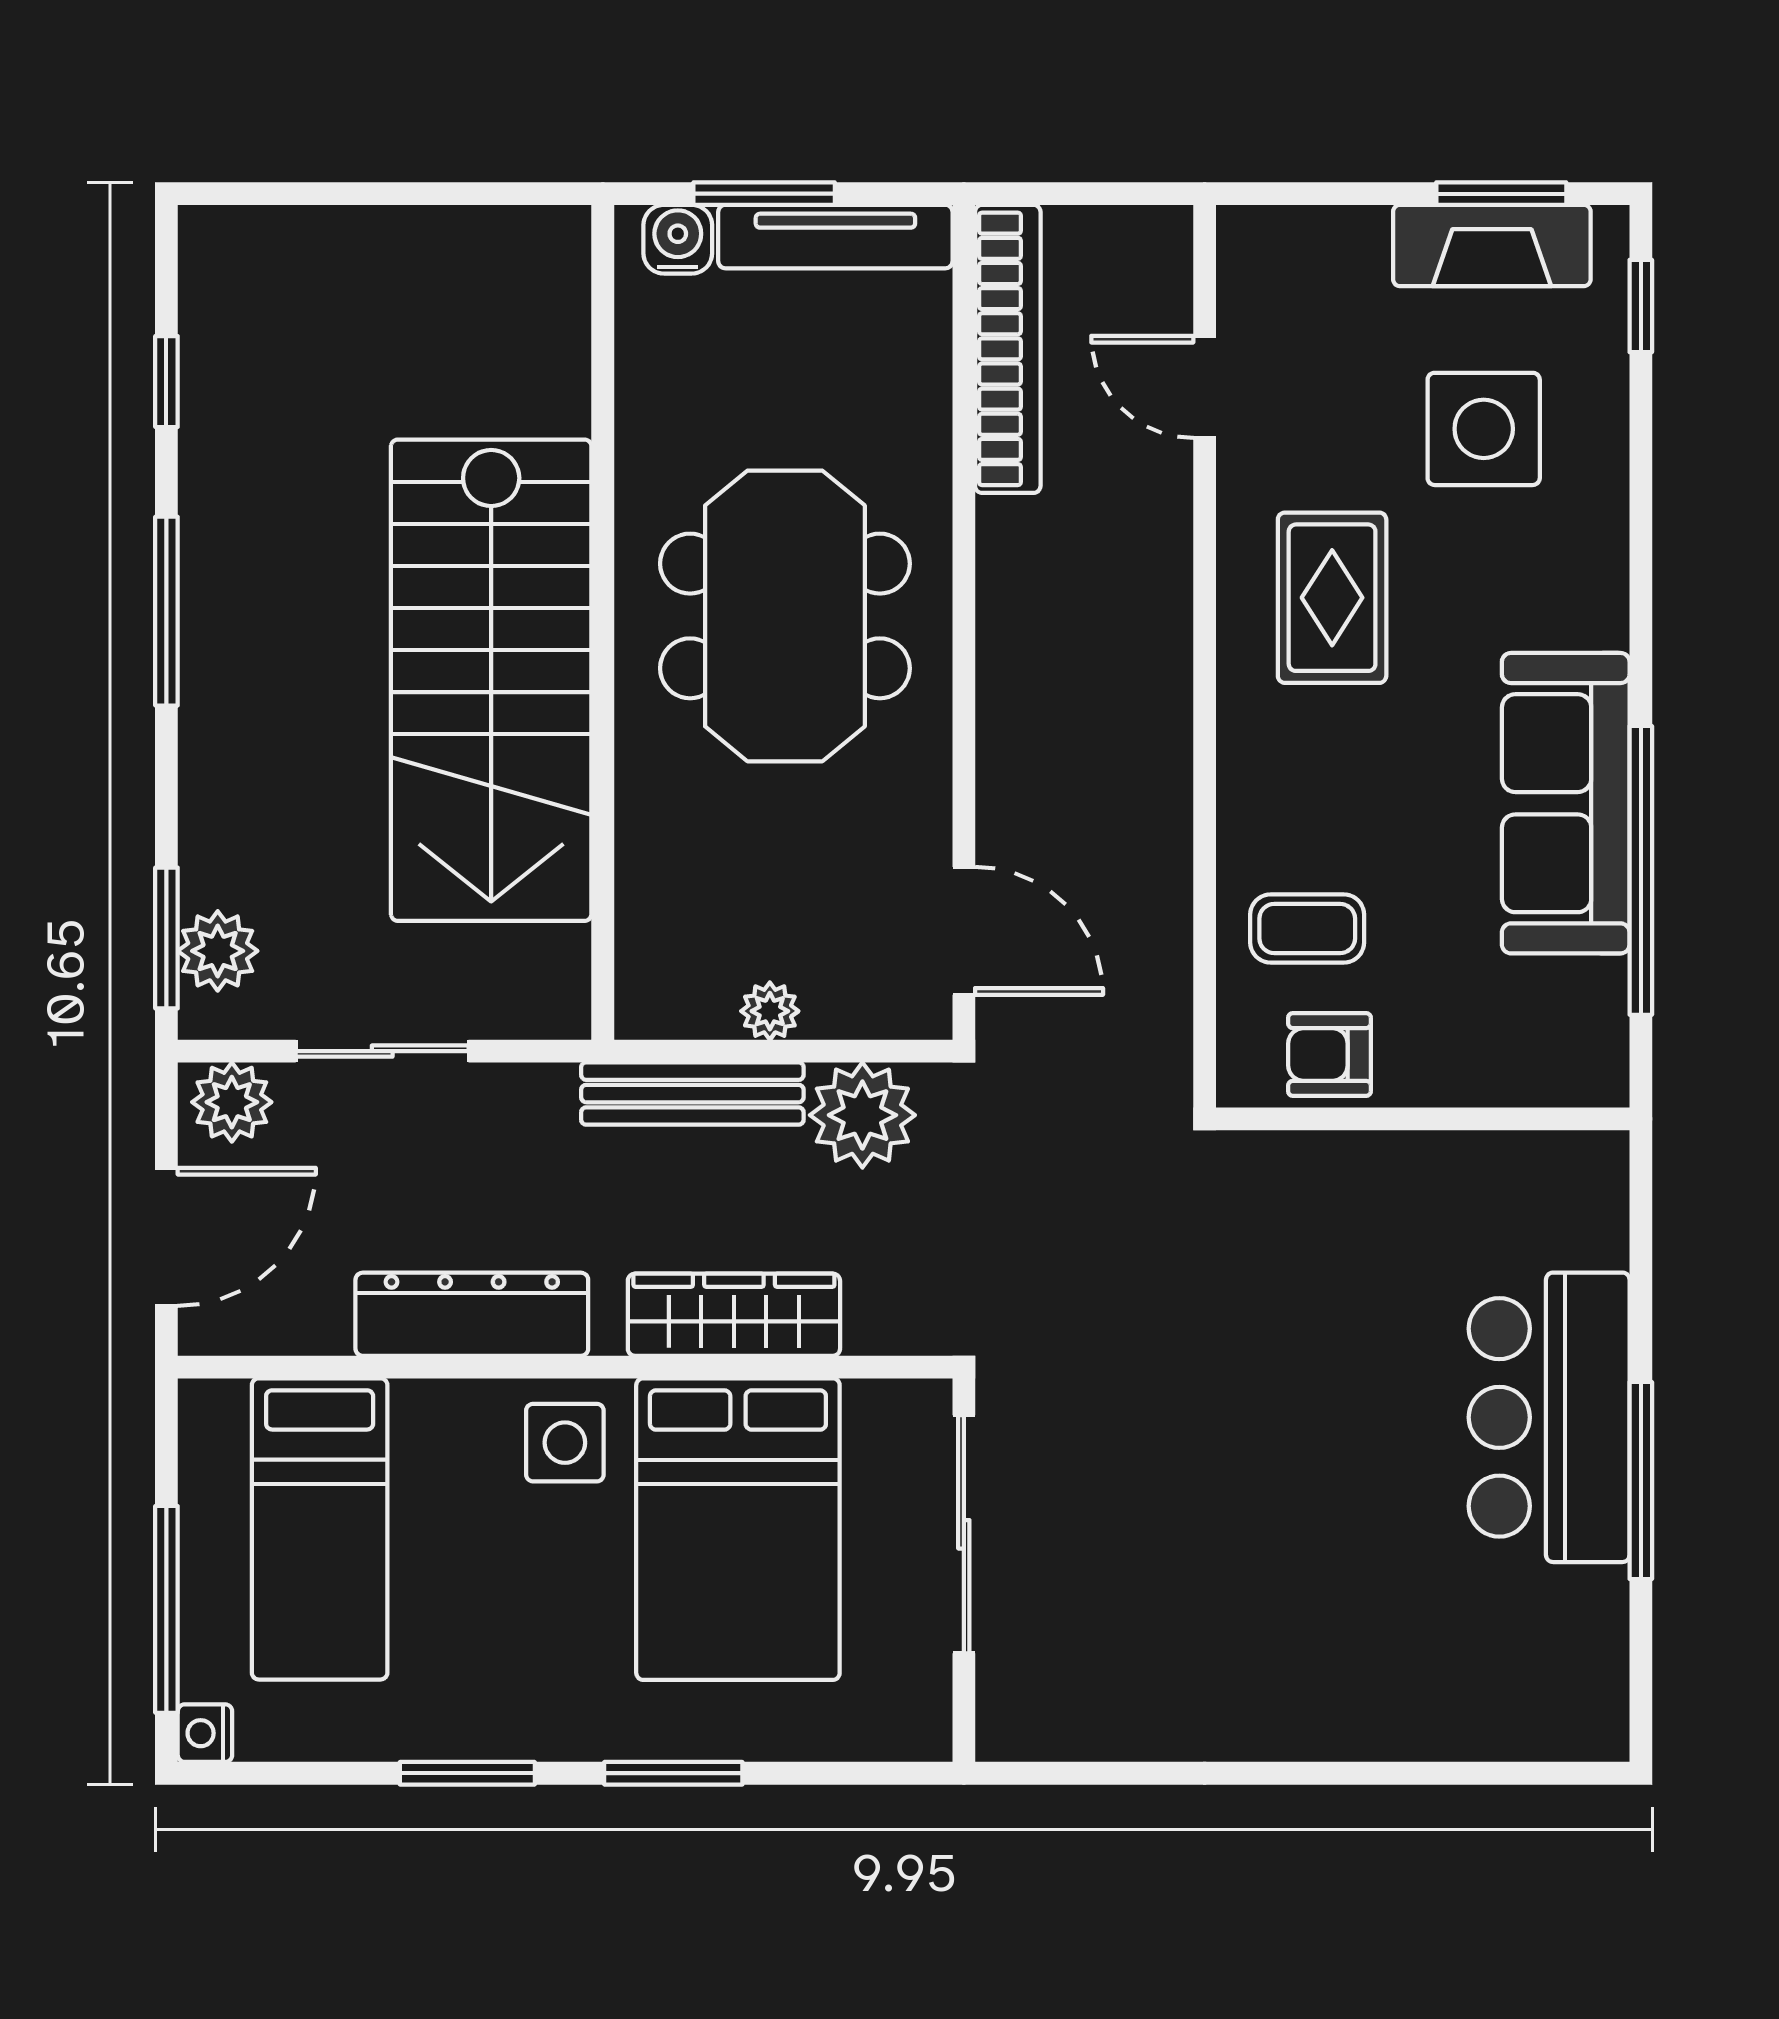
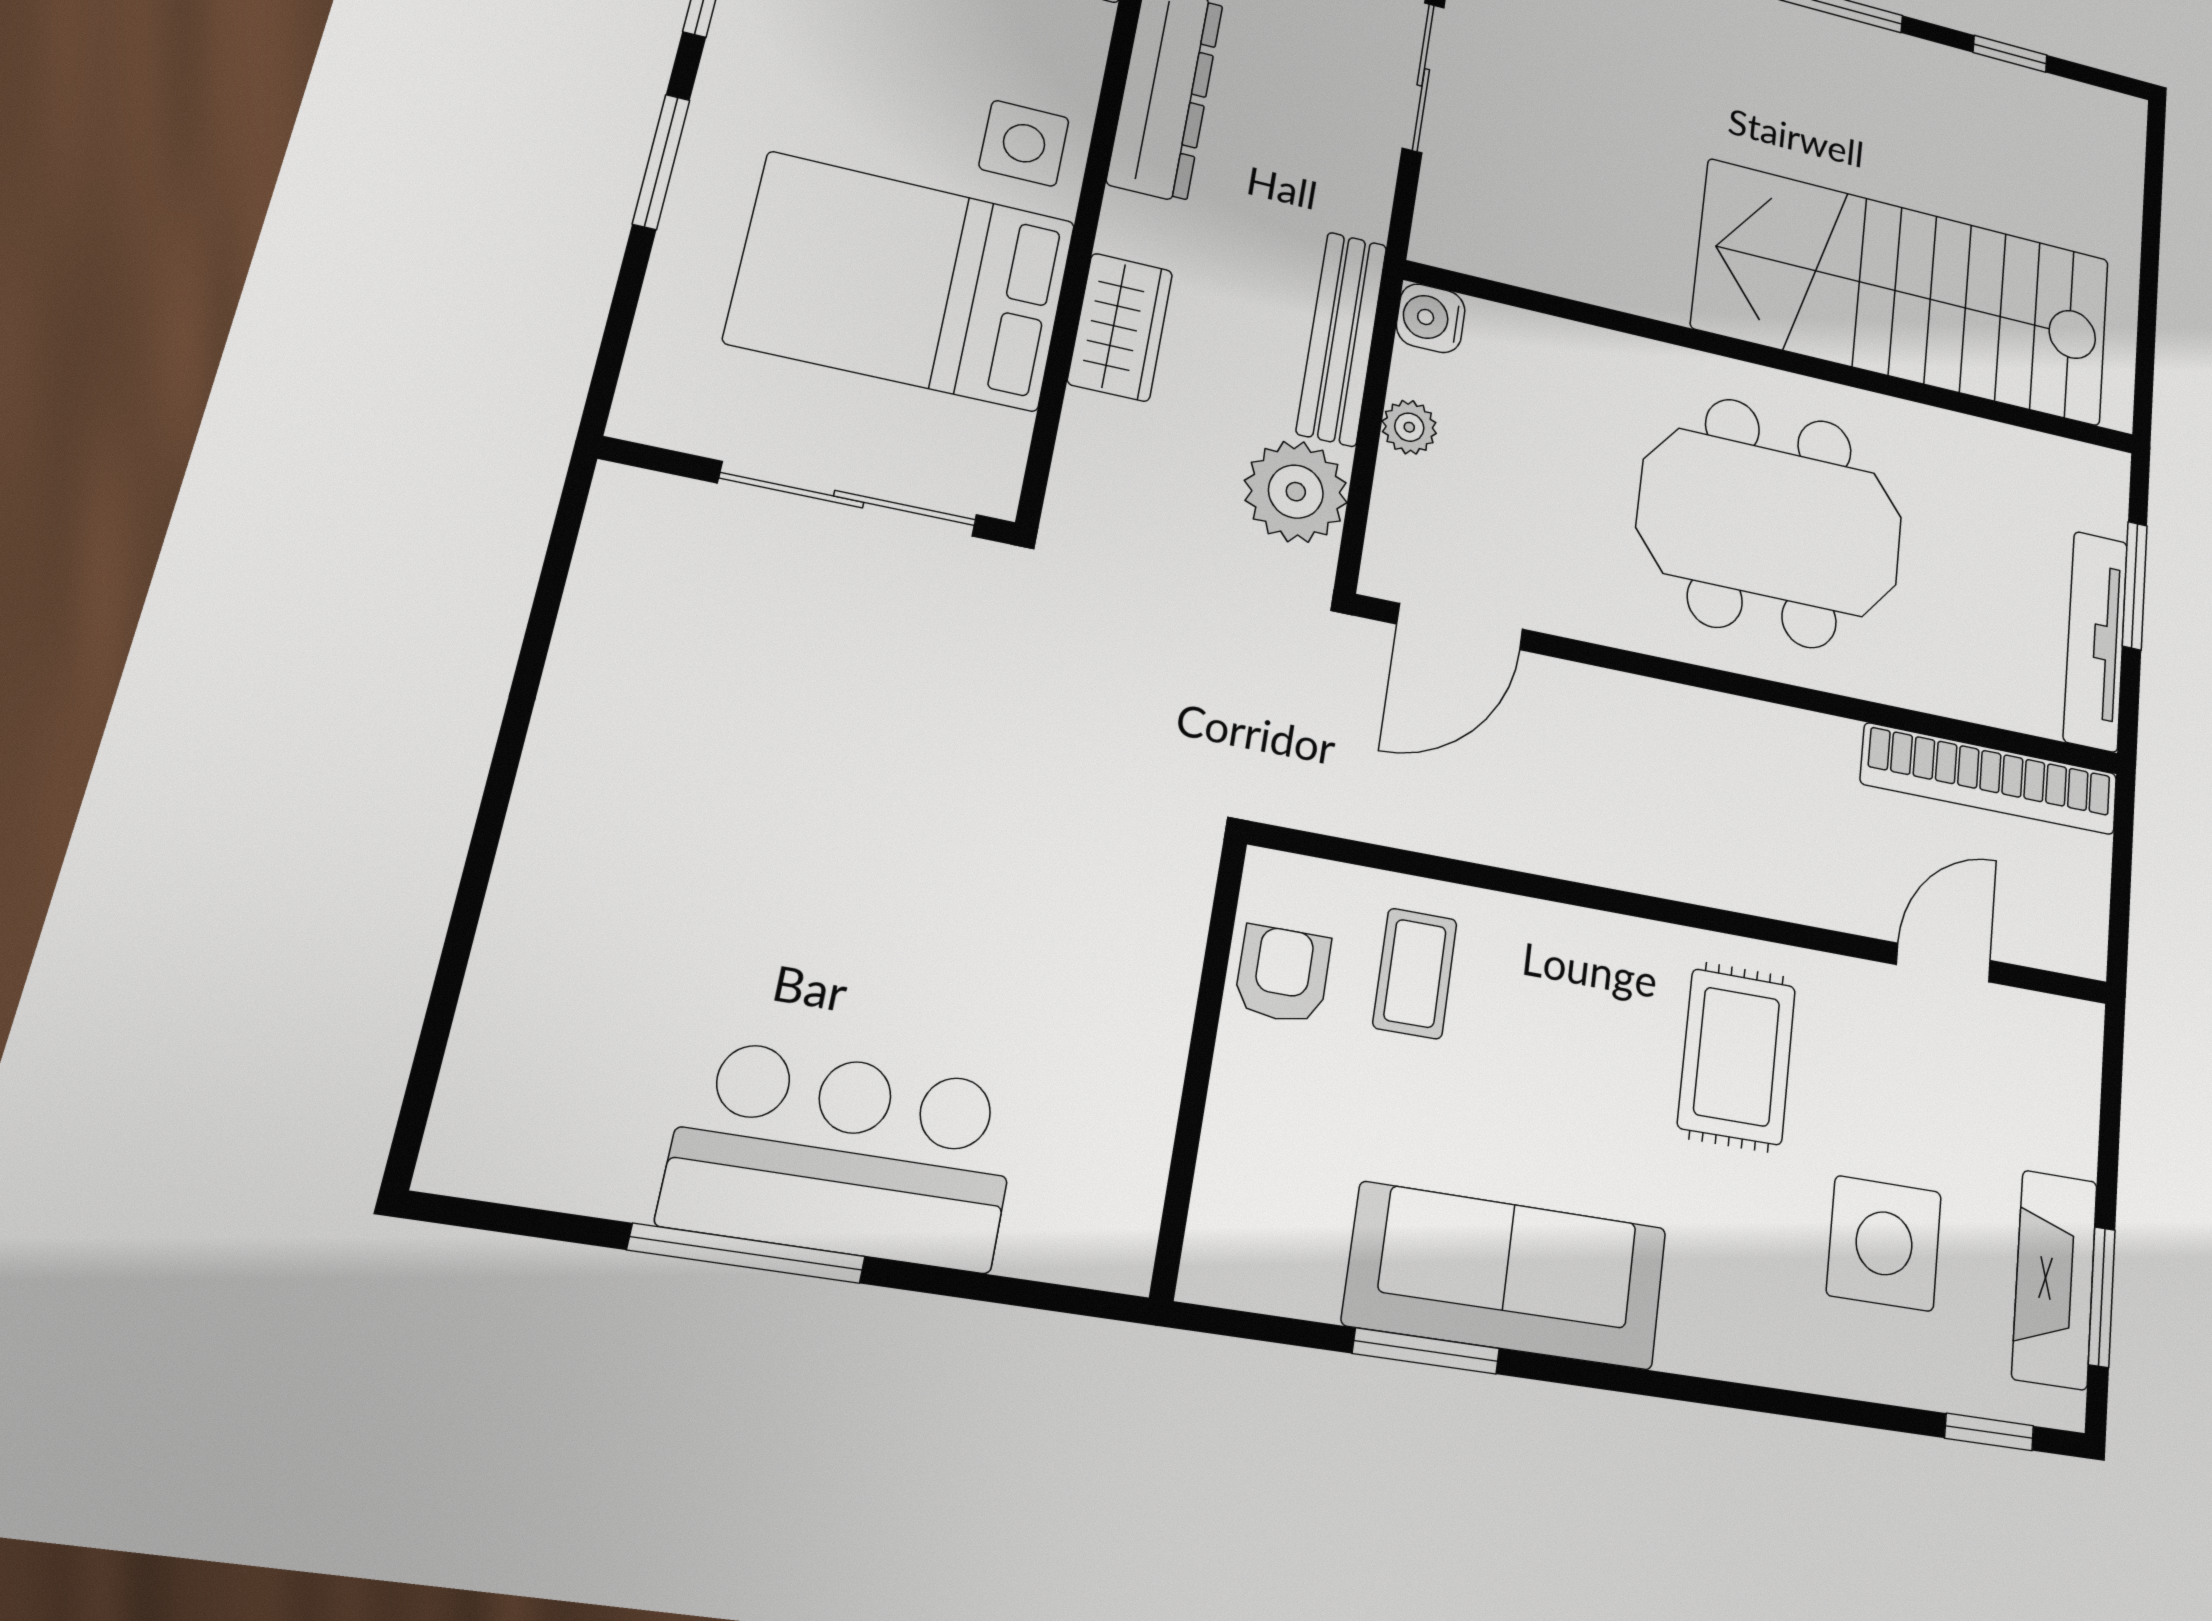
water cooler: (678, 239) -> (1431, 318), moved, turned 180
rug: (1332, 598) -> (1737, 1057), turned 90
stairs: (491, 680) -> (1905, 293), moved
window: (1641, 870) -> (1426, 1351), width x0.47
wardrobe: (734, 1315) -> (1120, 327), width x0.67

